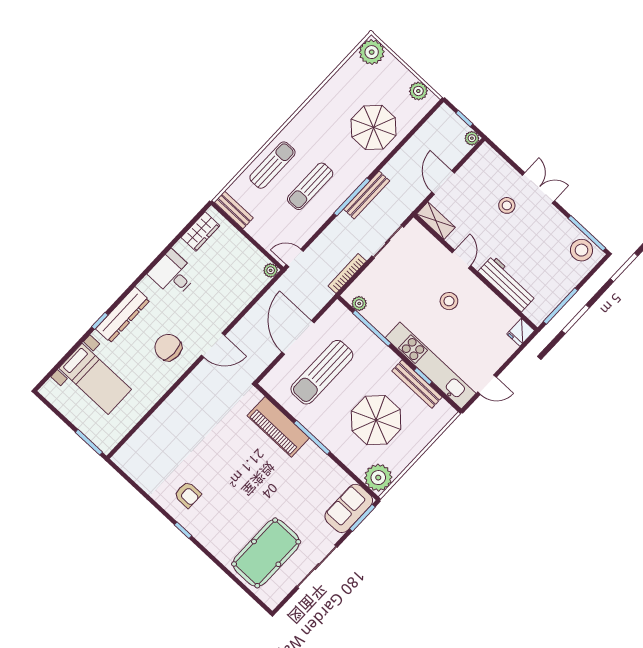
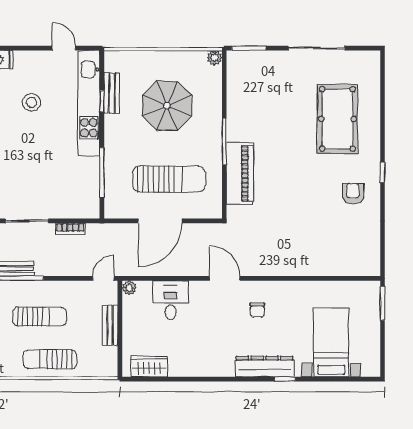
bench: (234, 210) -> (110, 325), moved
door: (295, 258) -> (103, 278), swing flipped
bookcase: (347, 273) -> (70, 229), width x0.64
desk: (173, 274) -> (170, 300), moved, turned 180
stool: (449, 301) -> (31, 102), moved
plant: (359, 303) -> (92, 199), removed
chair: (168, 347) -> (257, 310), width x0.54, depth x0.54
bench: (417, 384) -> (112, 93), width x0.73
plant: (378, 478) -> (215, 58), width x0.53, depth x0.53
sofa: (349, 508) -> (251, 65), removed
pool table: (266, 553) -> (337, 119), moved, turned 90

